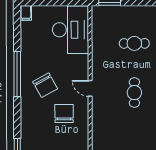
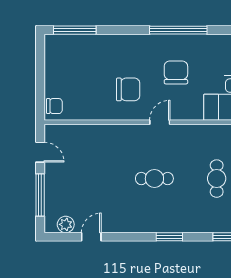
chair: (45, 85) -> (176, 72), moved, turned 119

